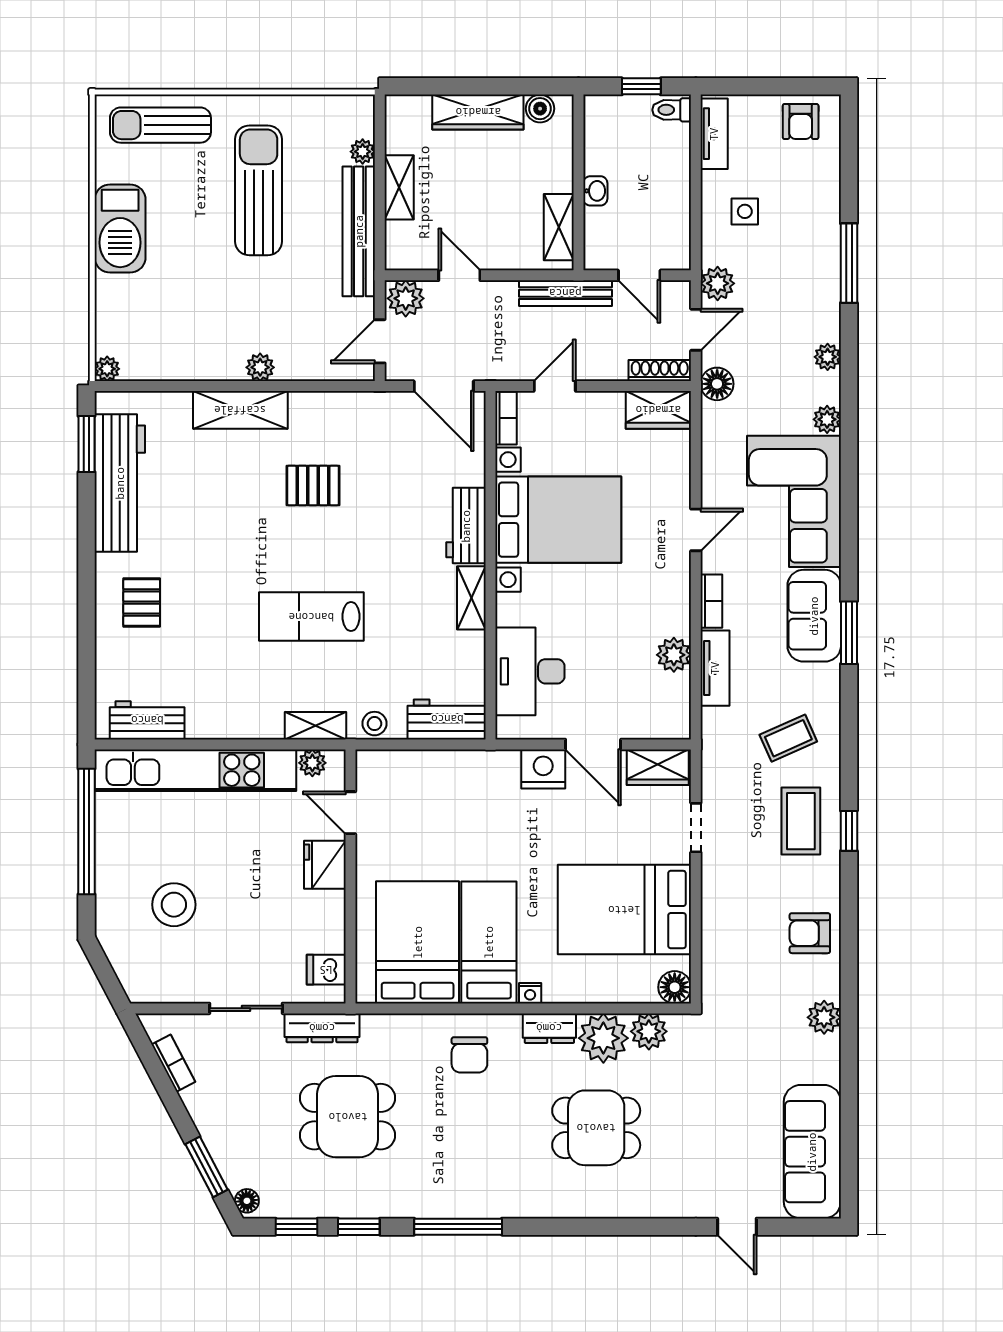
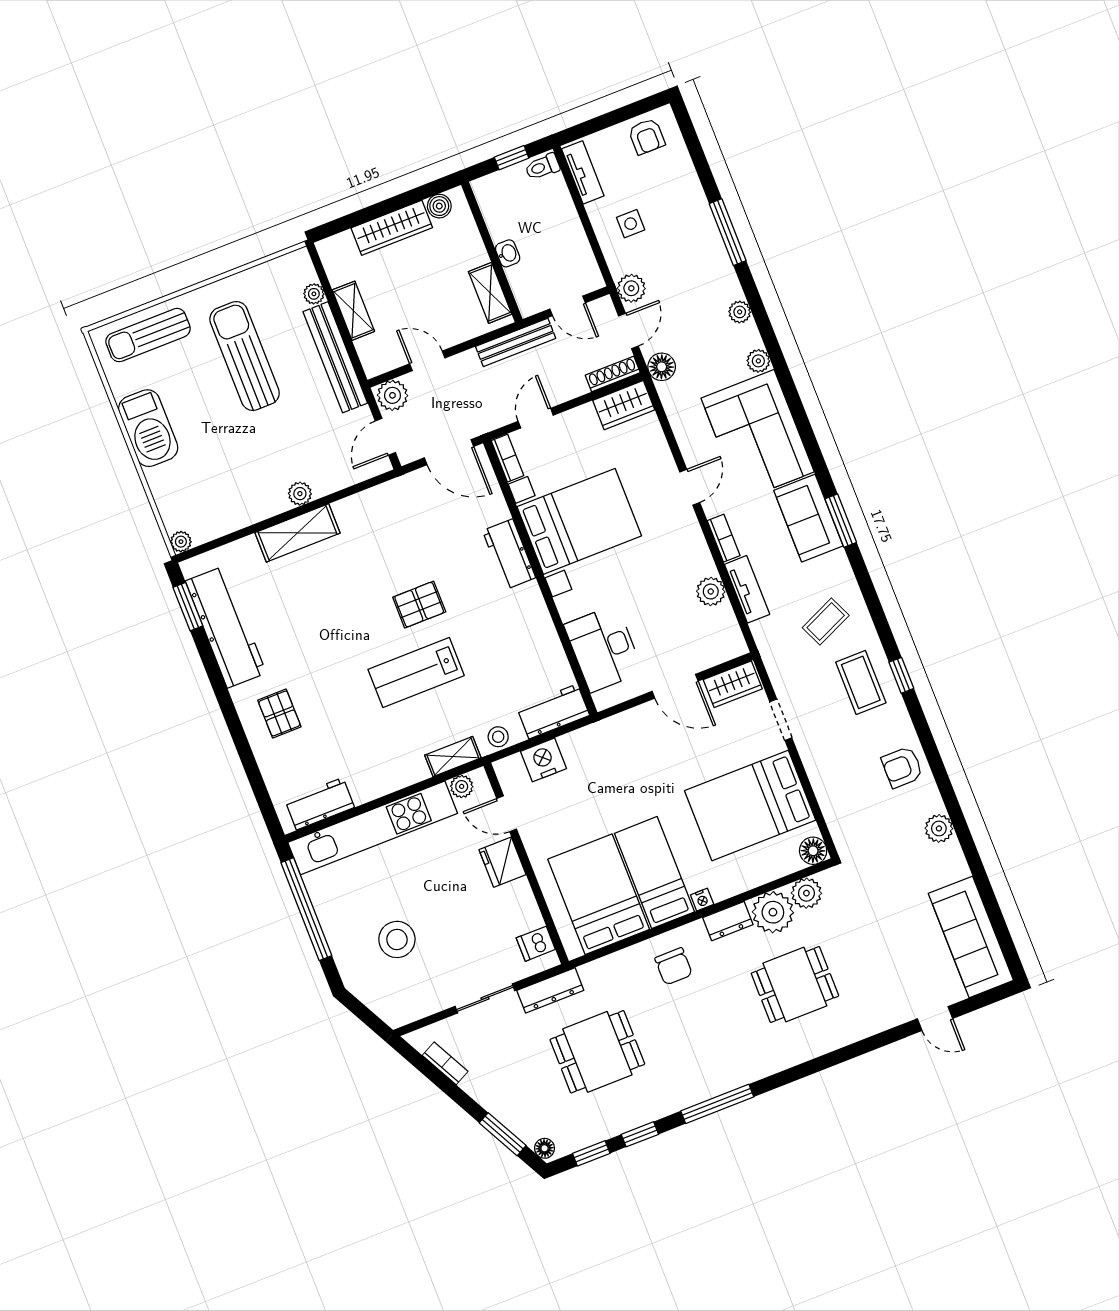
pallet: (313, 485) -> (419, 605), moved
shelving: (471, 598) -> (535, 609), removed
nightstand: (543, 769) -> (543, 760), moved

